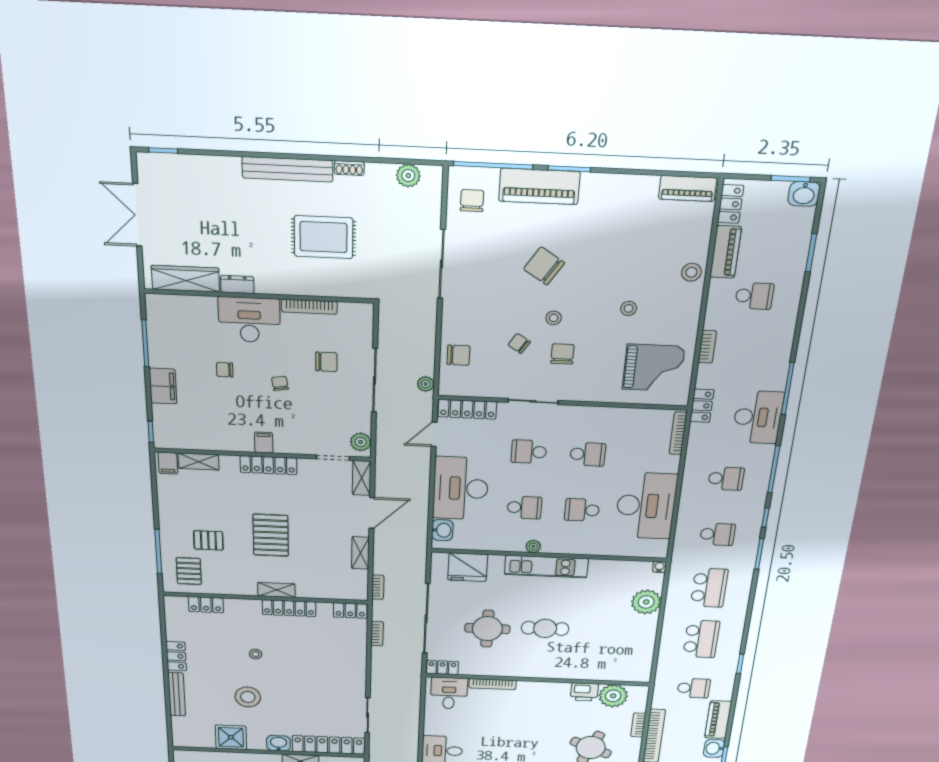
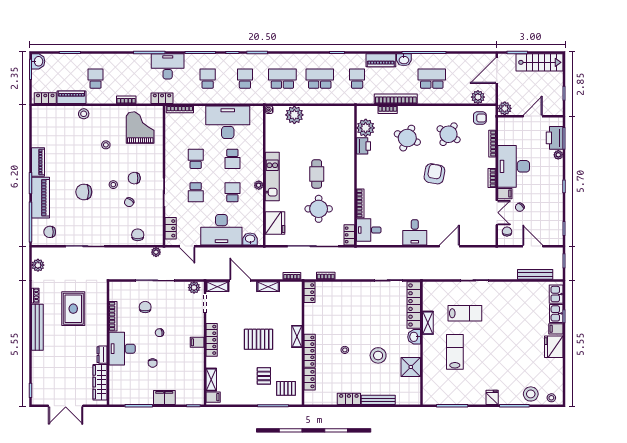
piano: (688, 188) -> (38, 162), moved
chair: (544, 266) -> (84, 192), turned 57
locker: (467, 409) -> (171, 228), width x0.66
locker: (289, 608) -> (310, 351), moved

